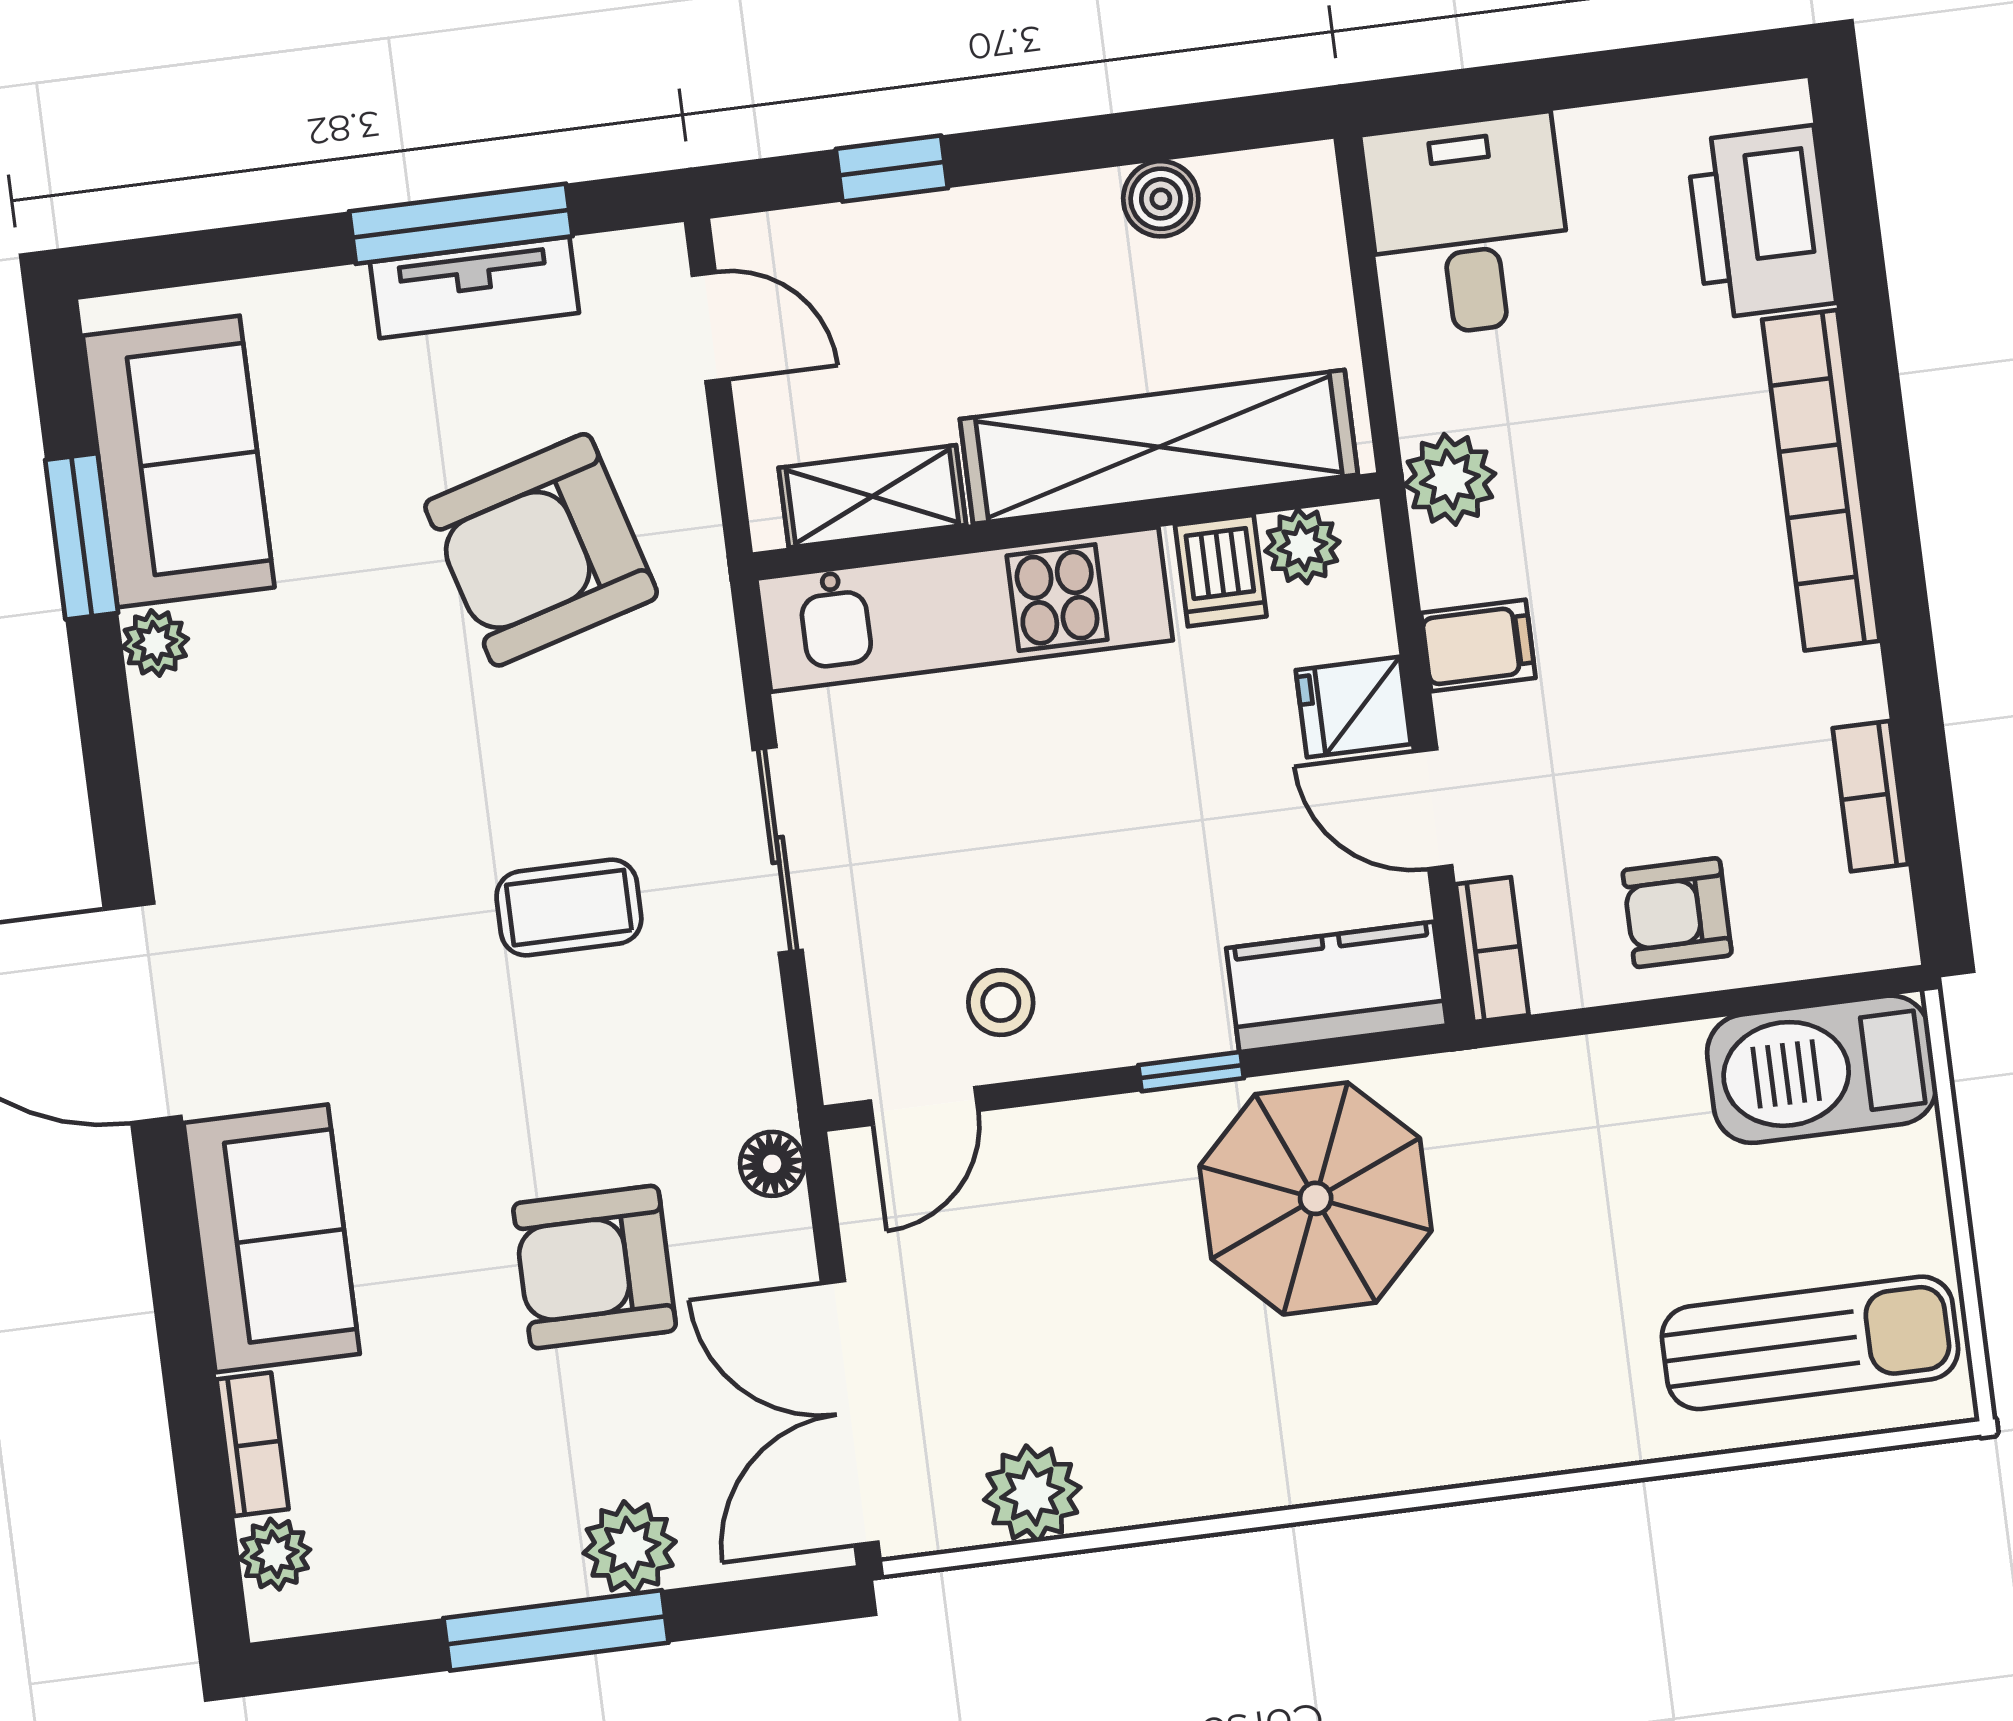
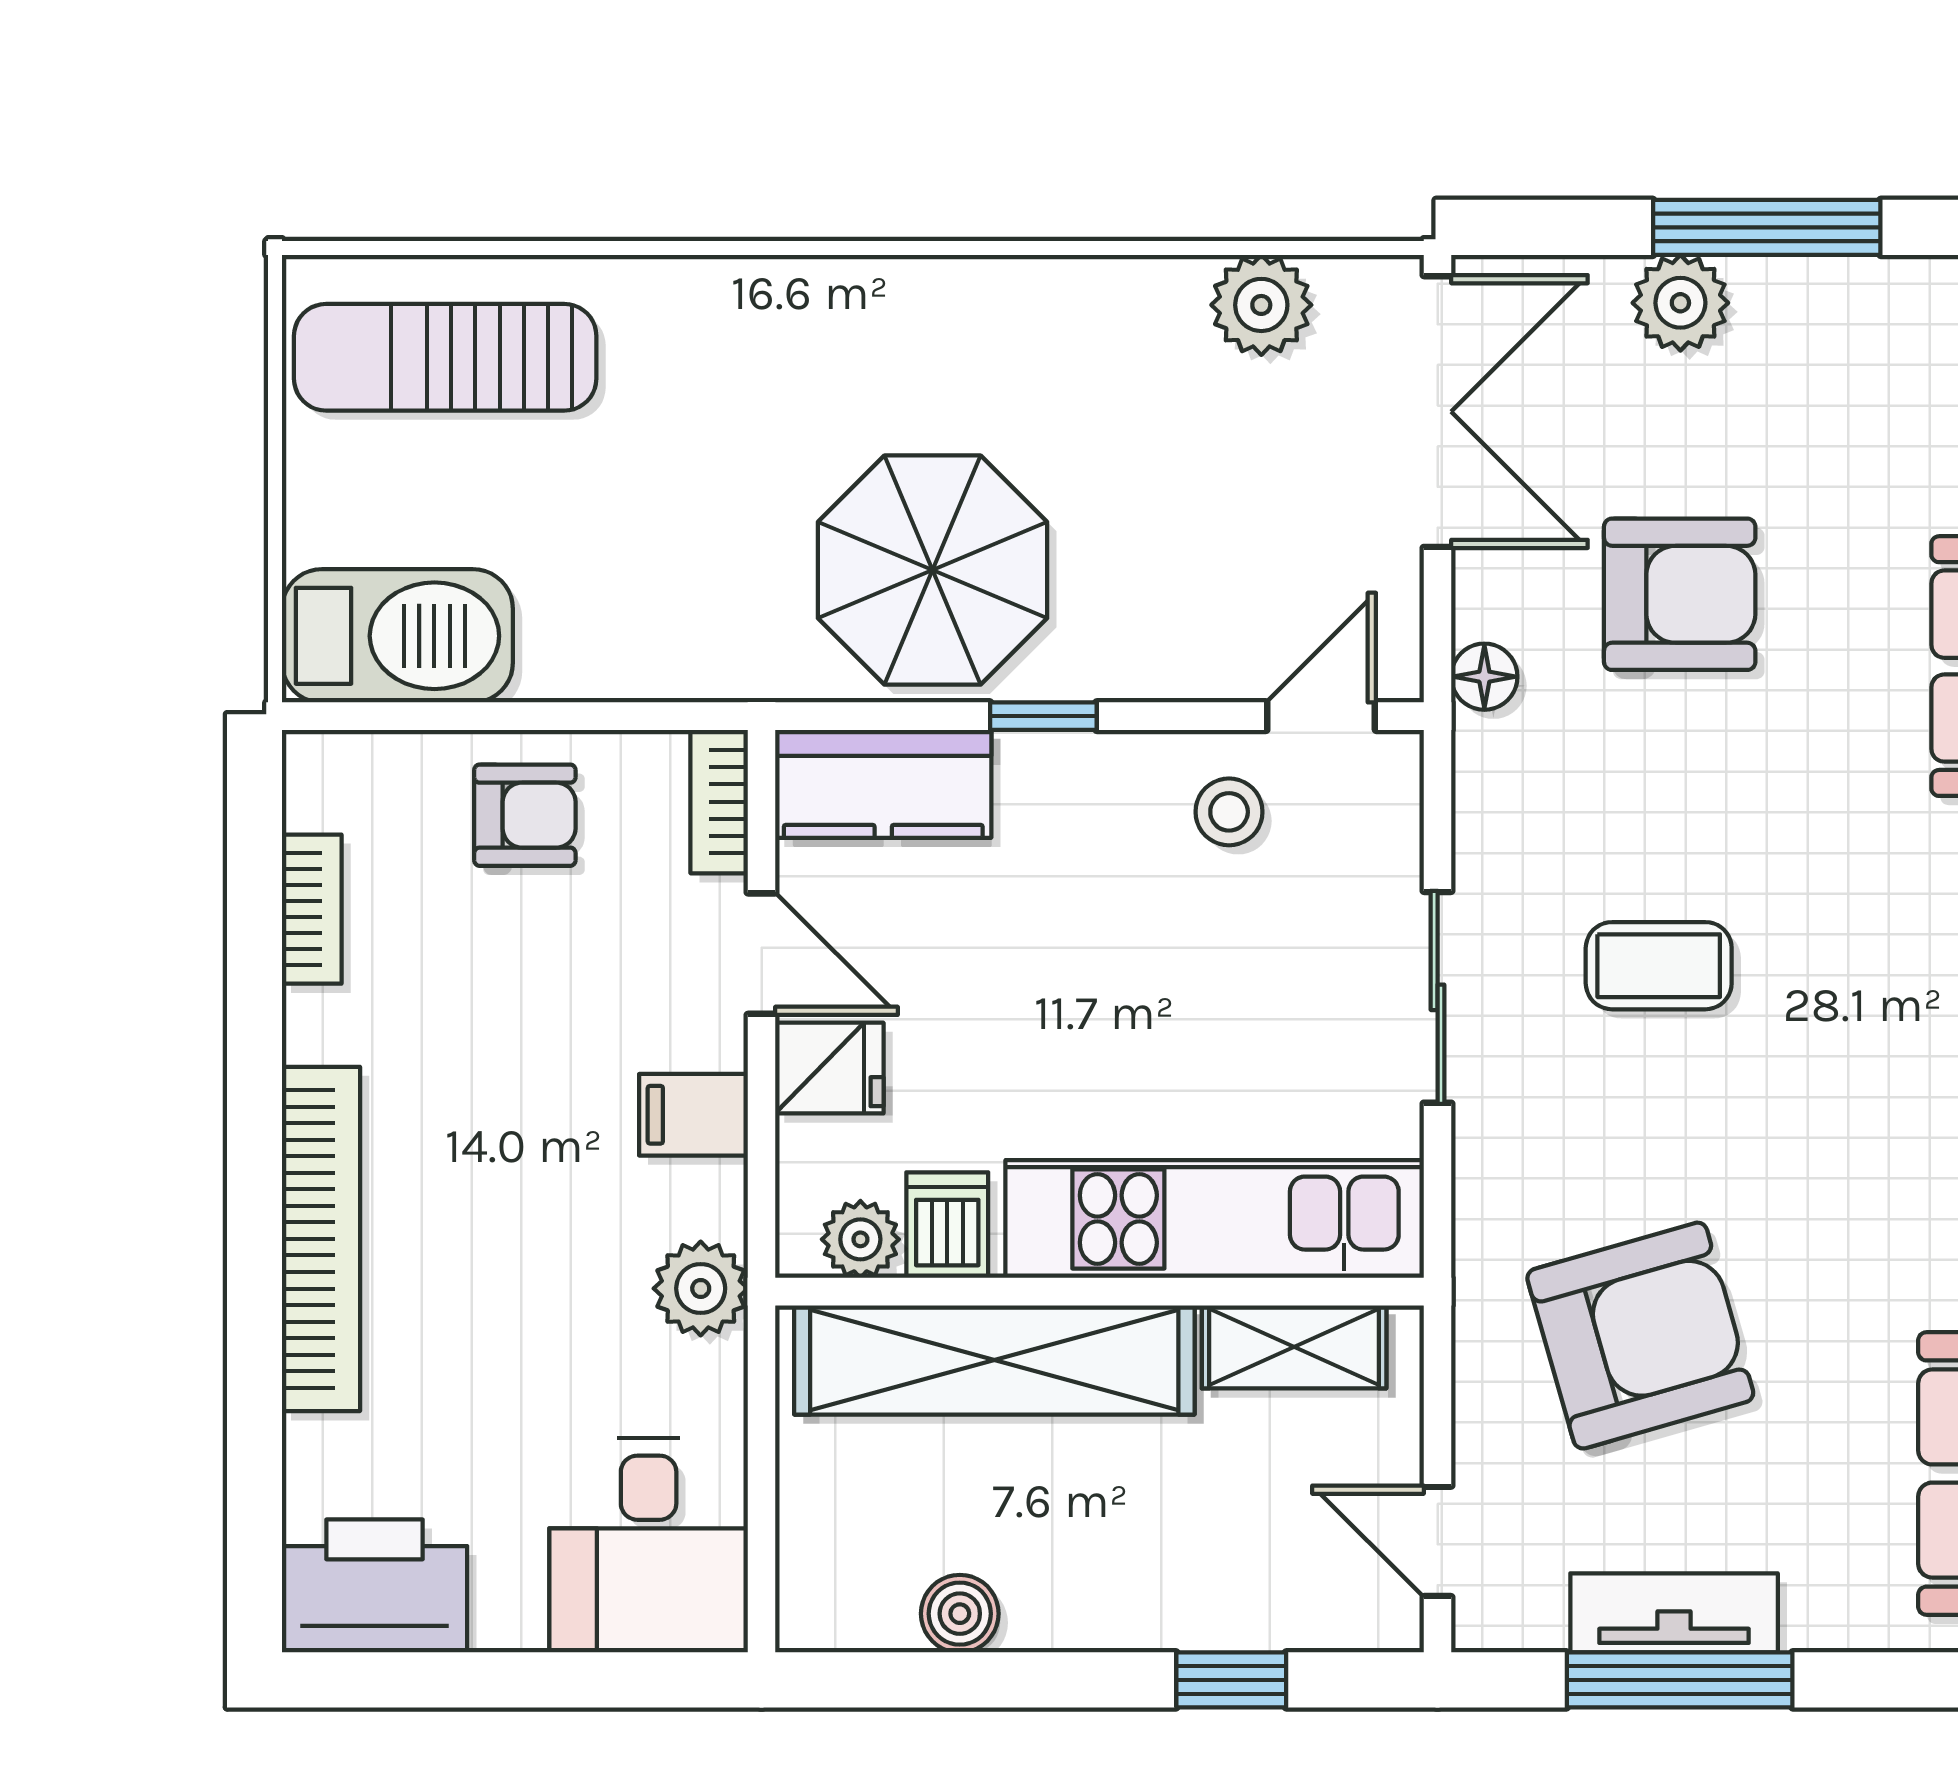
printer: (1761, 222) -> (375, 1586), moved, turned -90

